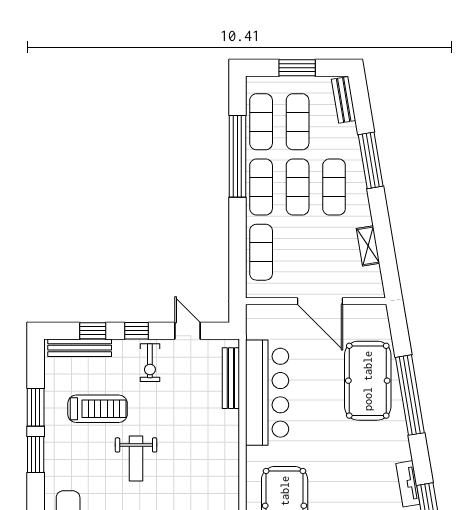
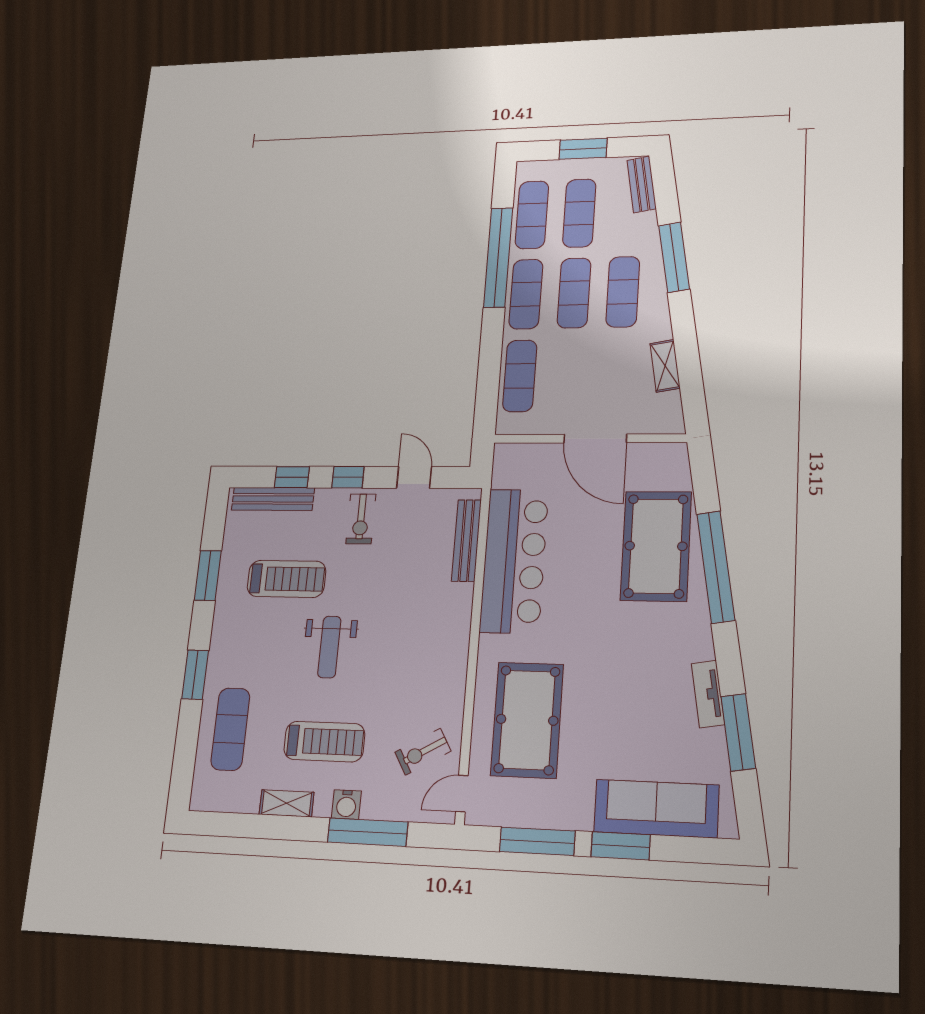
window: (36, 454) -> (195, 675), moved

